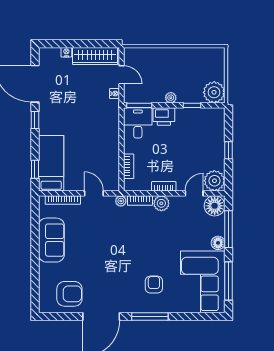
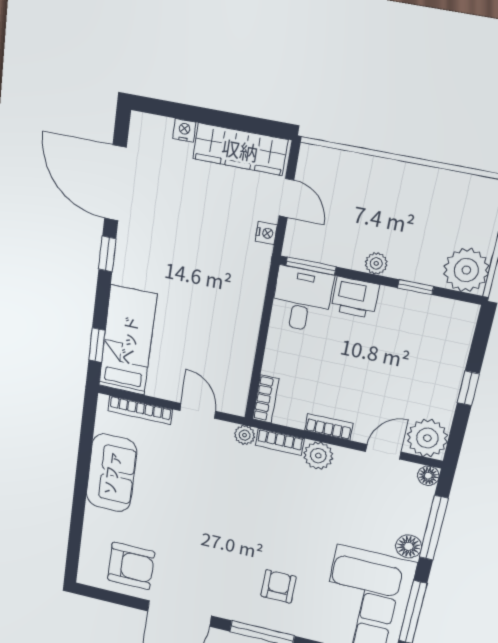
bookcase: (129, 166) -> (266, 399), moved
floor lamp: (215, 206) -> (428, 476), width x0.53, depth x0.53

